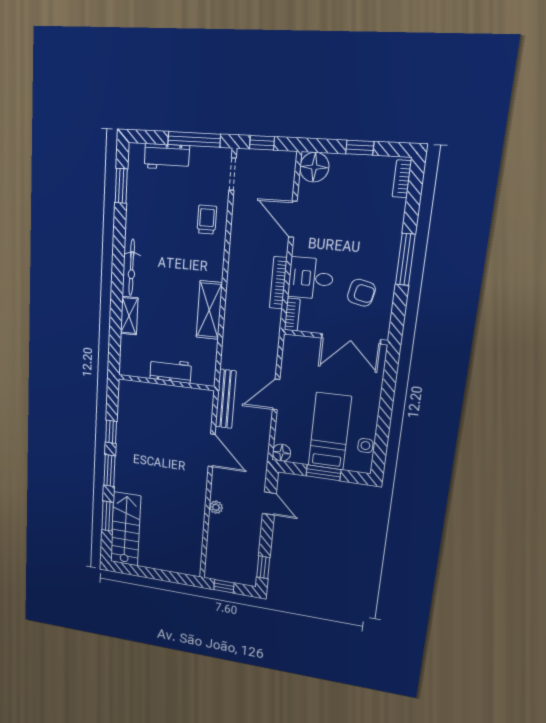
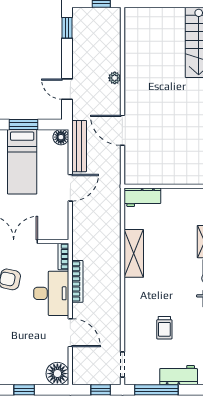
trolley: (207, 220) -> (164, 328), moved
desk: (311, 278) -> (51, 293), width x1.37
workbench: (171, 371) -> (142, 197), moved
bench: (226, 399) -> (79, 146), moved

